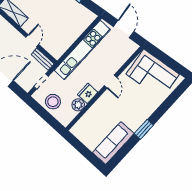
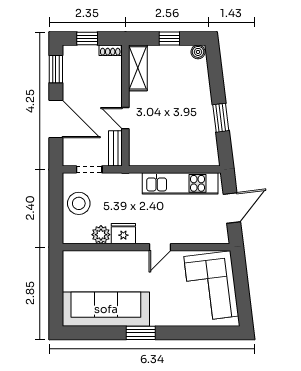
door: (32, 41) -> (125, 118), swing flipped
kitchen unit: (82, 50) -> (180, 183), width x0.73
sofa: (113, 143) -> (106, 309), width x1.36, depth x1.27

